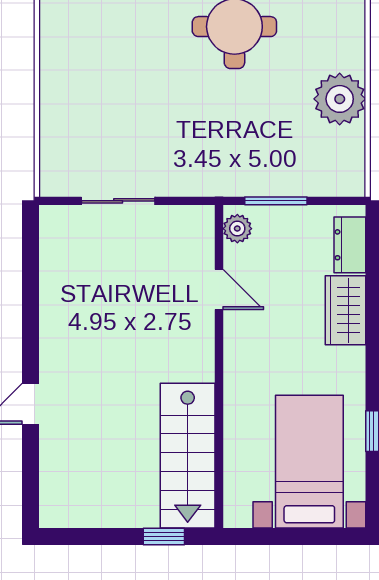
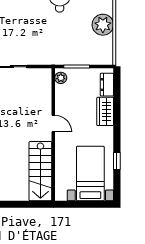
door: (219, 290) -> (53, 123), moved
window: (164, 537) -> (31, 204), removed

